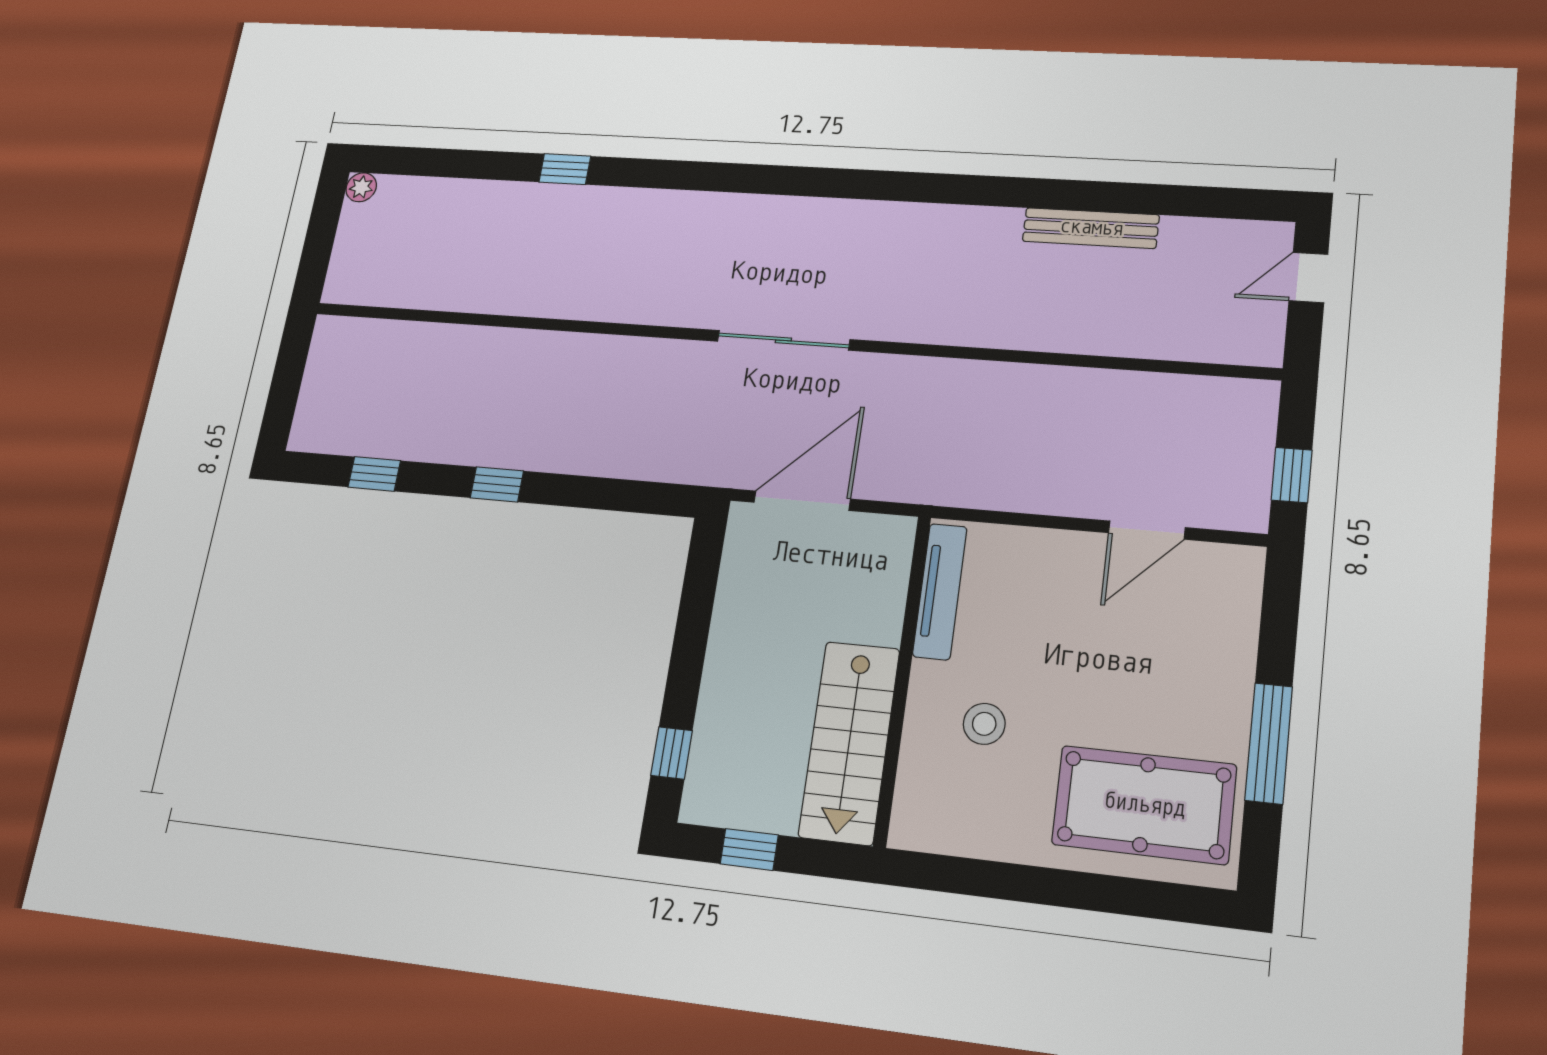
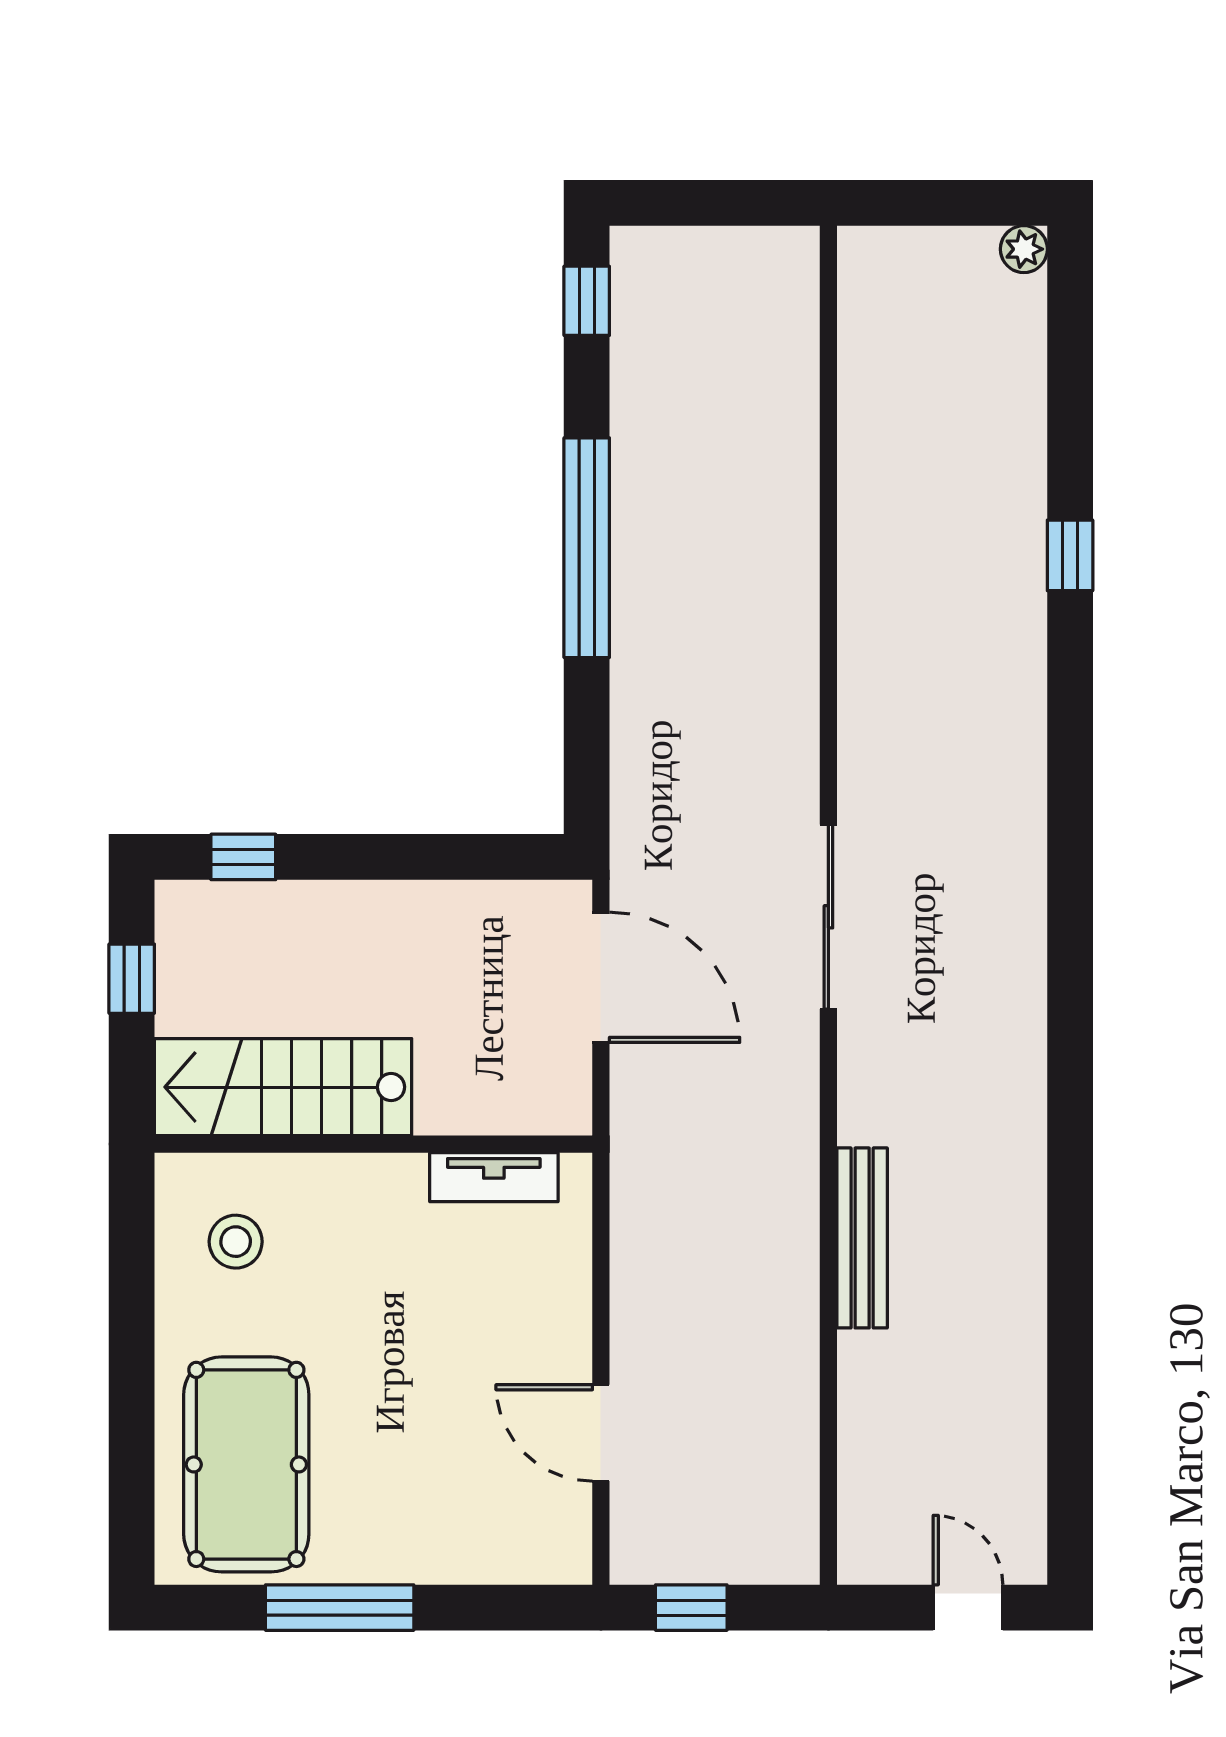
bench: (1091, 228) -> (862, 1238), moved
window: (374, 474) -> (587, 301), moved
window: (497, 484) -> (587, 548), width x3.17
tv unit: (940, 591) -> (494, 1177), width x0.71
stool: (984, 724) -> (236, 1242), moved

